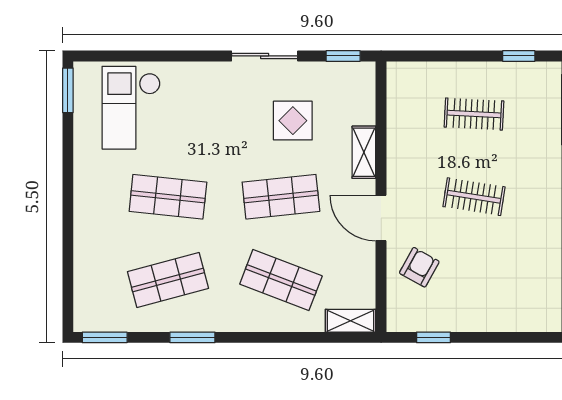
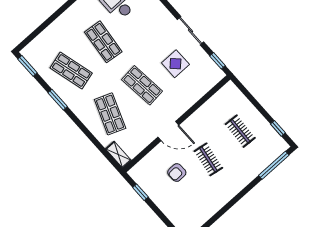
shelving: (364, 152) -> (188, 102), removed
door: (381, 218) -> (168, 131), swing flipped
armchair: (419, 267) -> (177, 173), moved, turned 149

